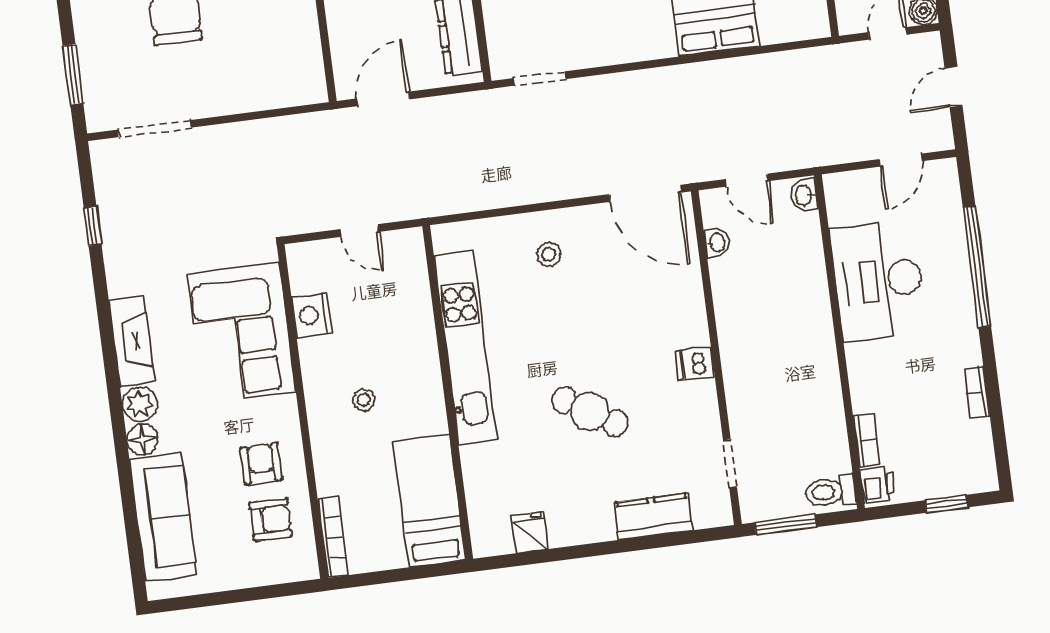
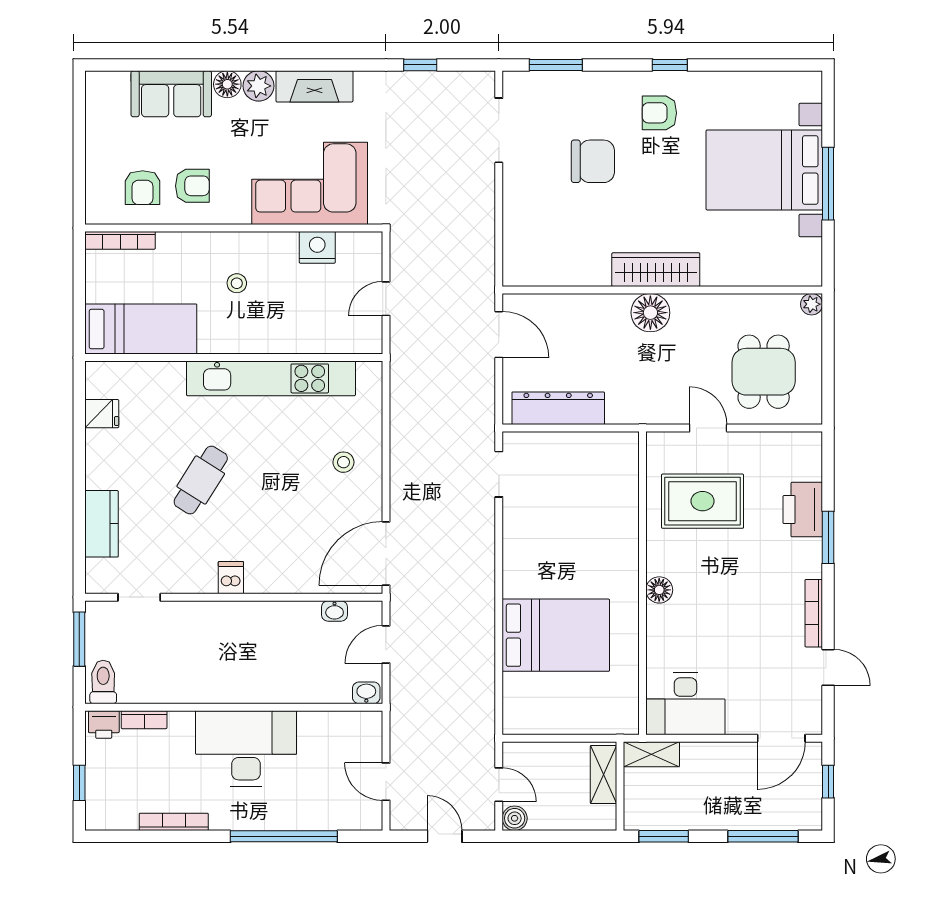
desk: (878, 280) -> (246, 748), moved
bookcase: (977, 392) -> (174, 822), width x1.56
sofa: (163, 517) -> (171, 94), width x0.73

